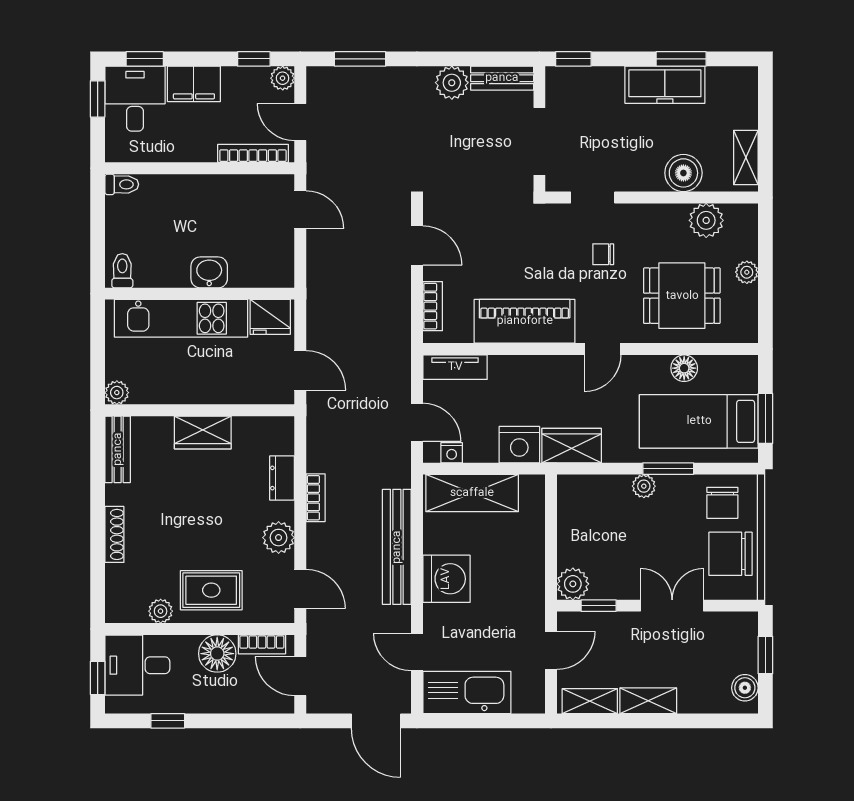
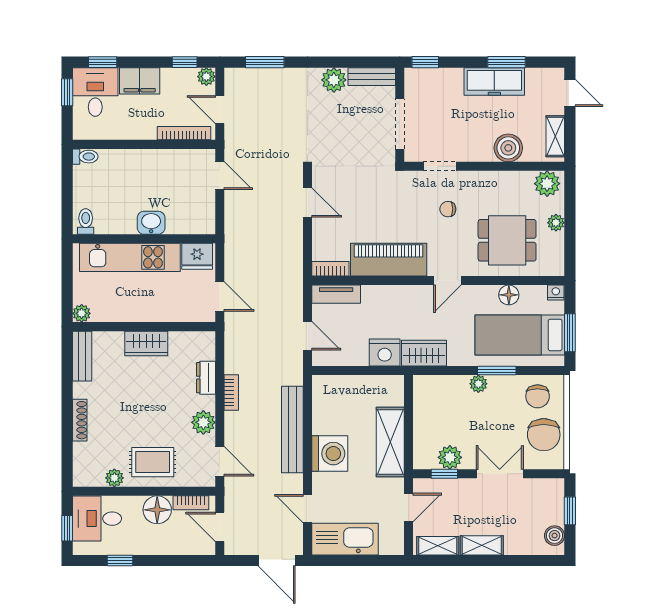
door: (765, 100) -> (570, 93), added
plant: (706, 220) -> (547, 184), moved
bookcase: (433, 306) -> (330, 269), moved, turned -90
nightstand: (452, 453) -> (556, 293), moved, turned 180
shelving: (472, 493) -> (390, 442), moved, turned 90
chair: (731, 554) -> (544, 435), turned -90
plant: (573, 584) -> (450, 457), moved

